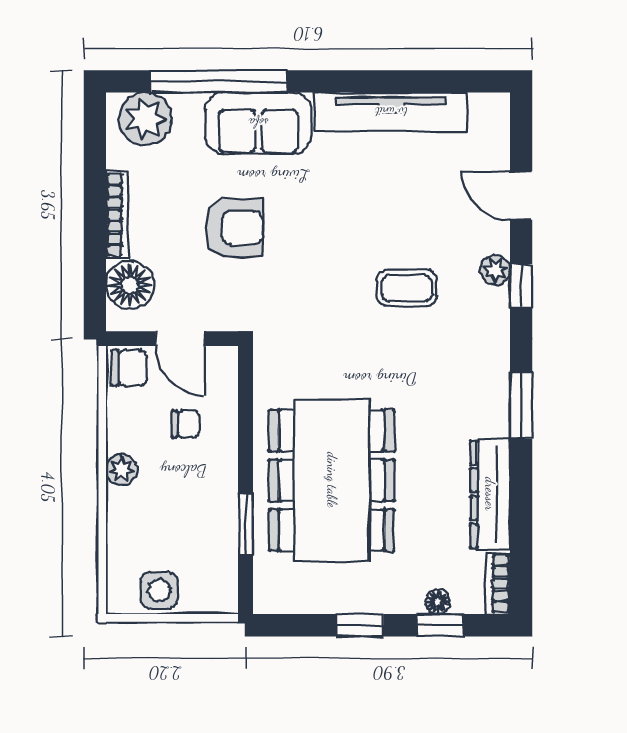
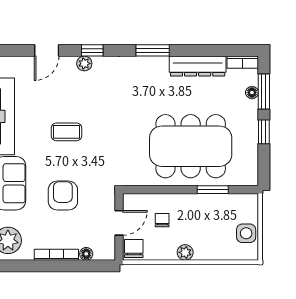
floor lamp: (130, 285) -> (86, 254), width x0.53, depth x0.53
coffee table: (407, 288) -> (66, 132), moved, turned 90
window: (440, 625) -> (264, 92), width x1.50

